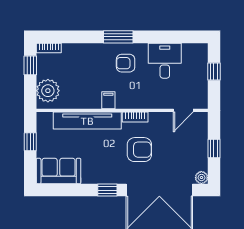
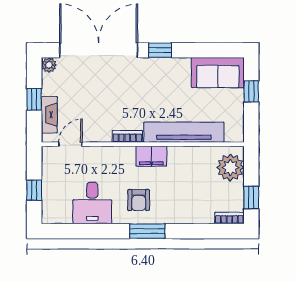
armchair: (126, 63) -> (139, 200), turned 90
filing cabinet: (108, 100) -> (151, 156), width x2.00
fireplace: (201, 135) -> (49, 115), added
window: (30, 142) -> (251, 91), moved
armchair: (139, 150) -> (122, 98), removed

